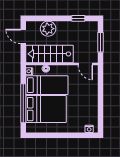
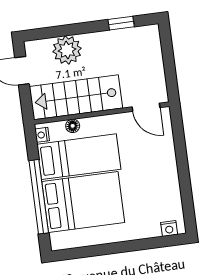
window: (100, 42) -> (169, 63), removed

